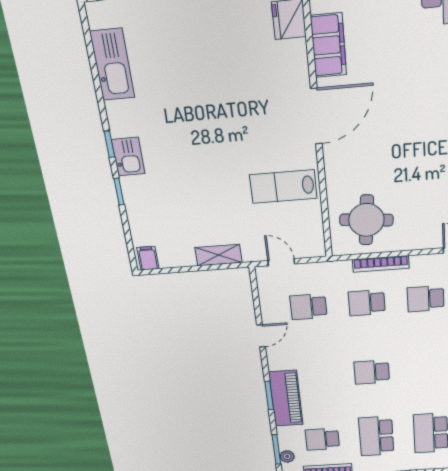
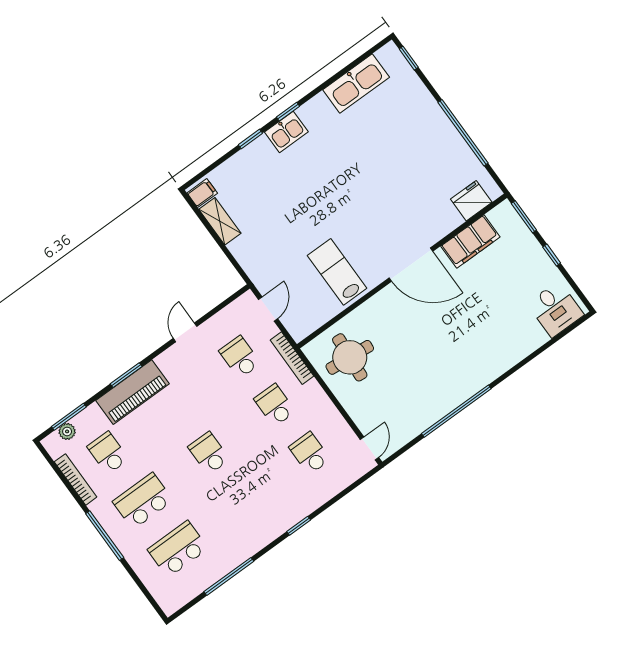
shelving: (219, 255) -> (220, 221), moved
bookcase: (381, 264) -> (292, 358), moved
door: (261, 336) -> (185, 332), swing flipped

